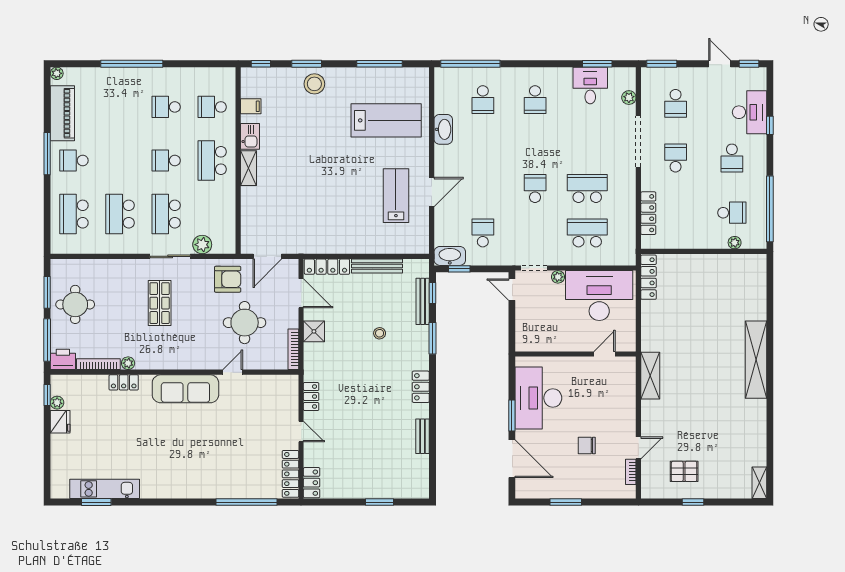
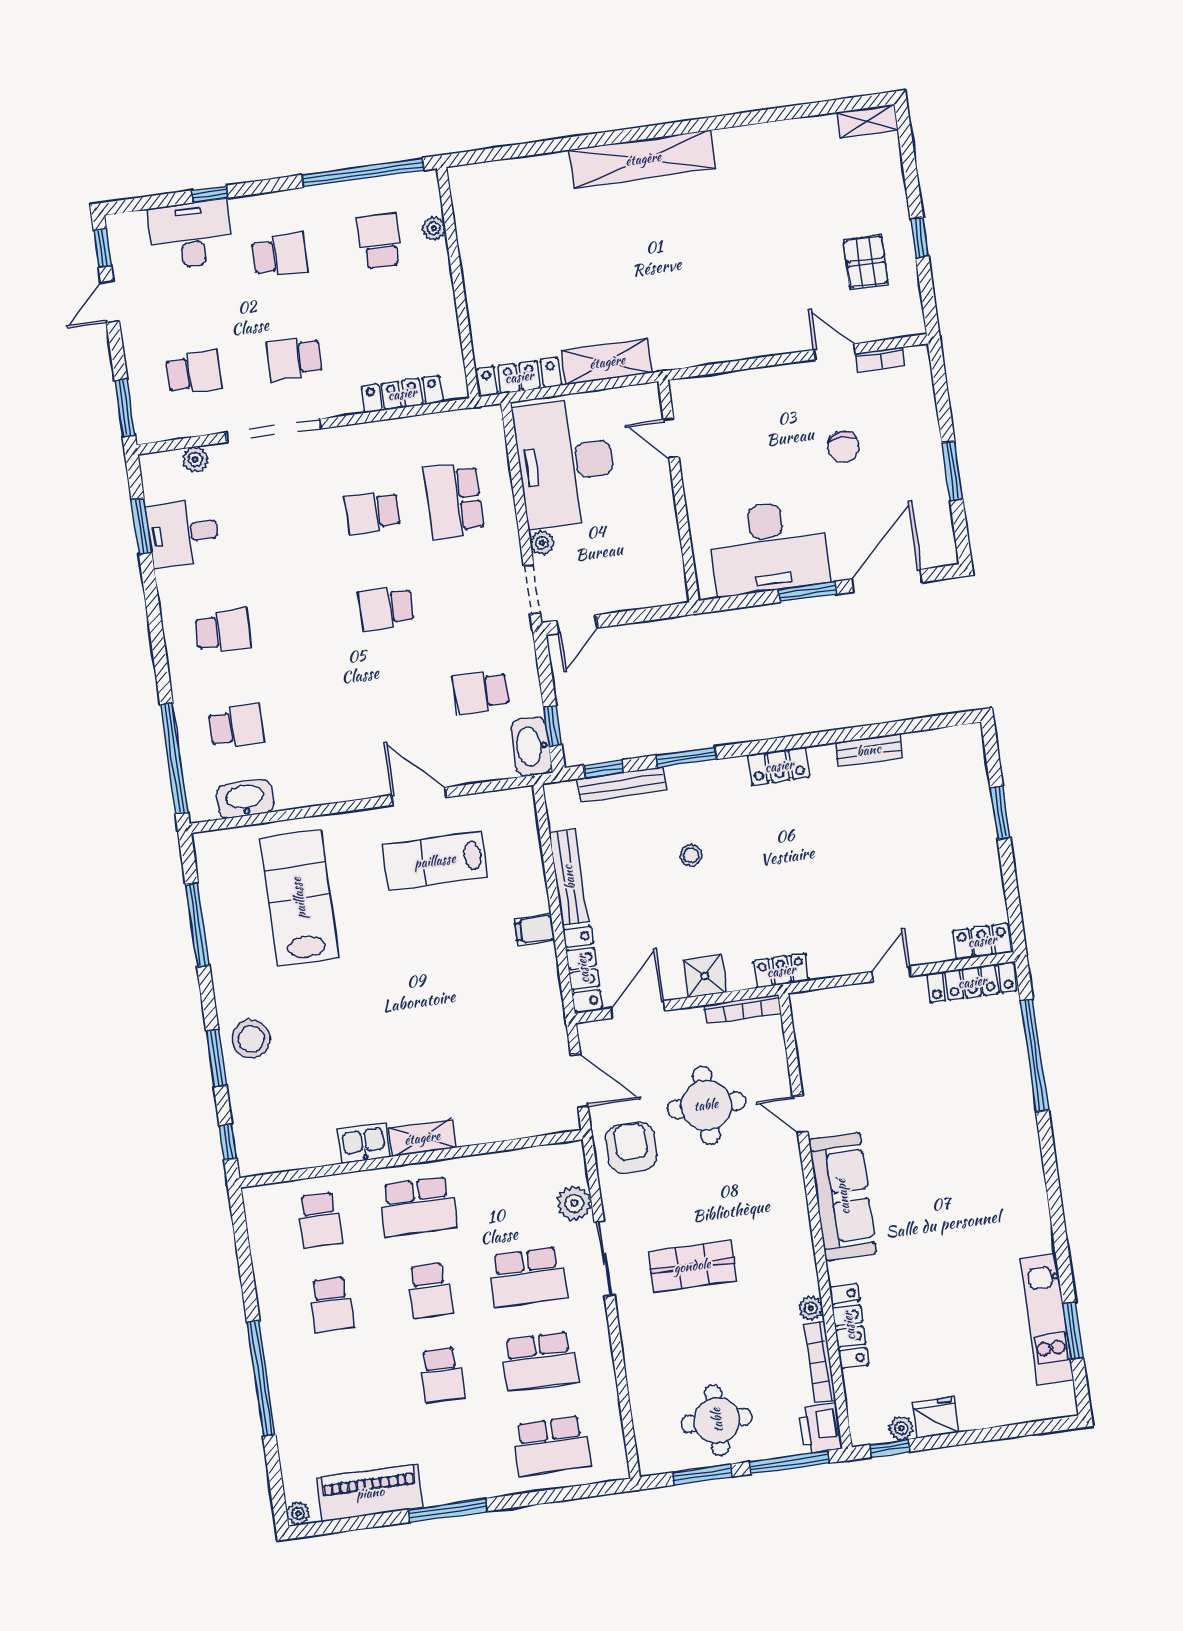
filing cabinet: (251, 106) -> (535, 930), moved, turned -90
washbasin: (443, 129) -> (245, 799), moved
school desk: (74, 160) -> (441, 1375), moved
school desk: (587, 189) -> (373, 512), width x0.54
shelving: (650, 376) -> (607, 362), moved
locker: (124, 382) -> (849, 1326), width x1.53
locker: (311, 397) -> (781, 971), moved

